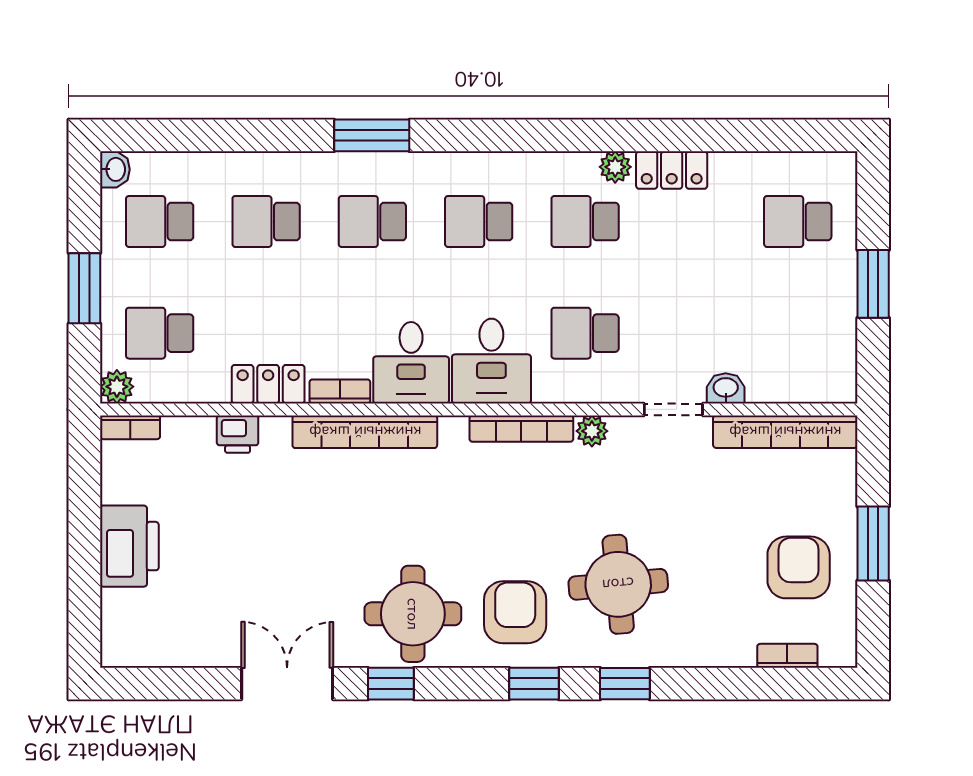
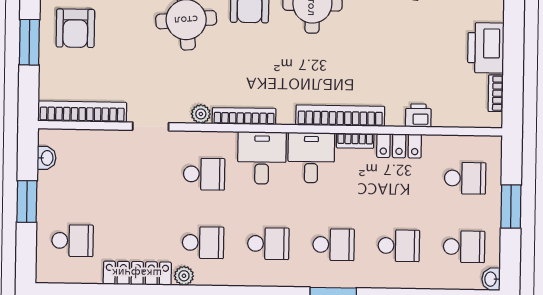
locker: (672, 170) -> (137, 273), width x1.53
plant: (117, 387) -> (492, 146), removed
washbasin: (726, 388) -> (47, 158), moved, turned -90
bookcase: (130, 427) -> (496, 93), moved, turned -90

